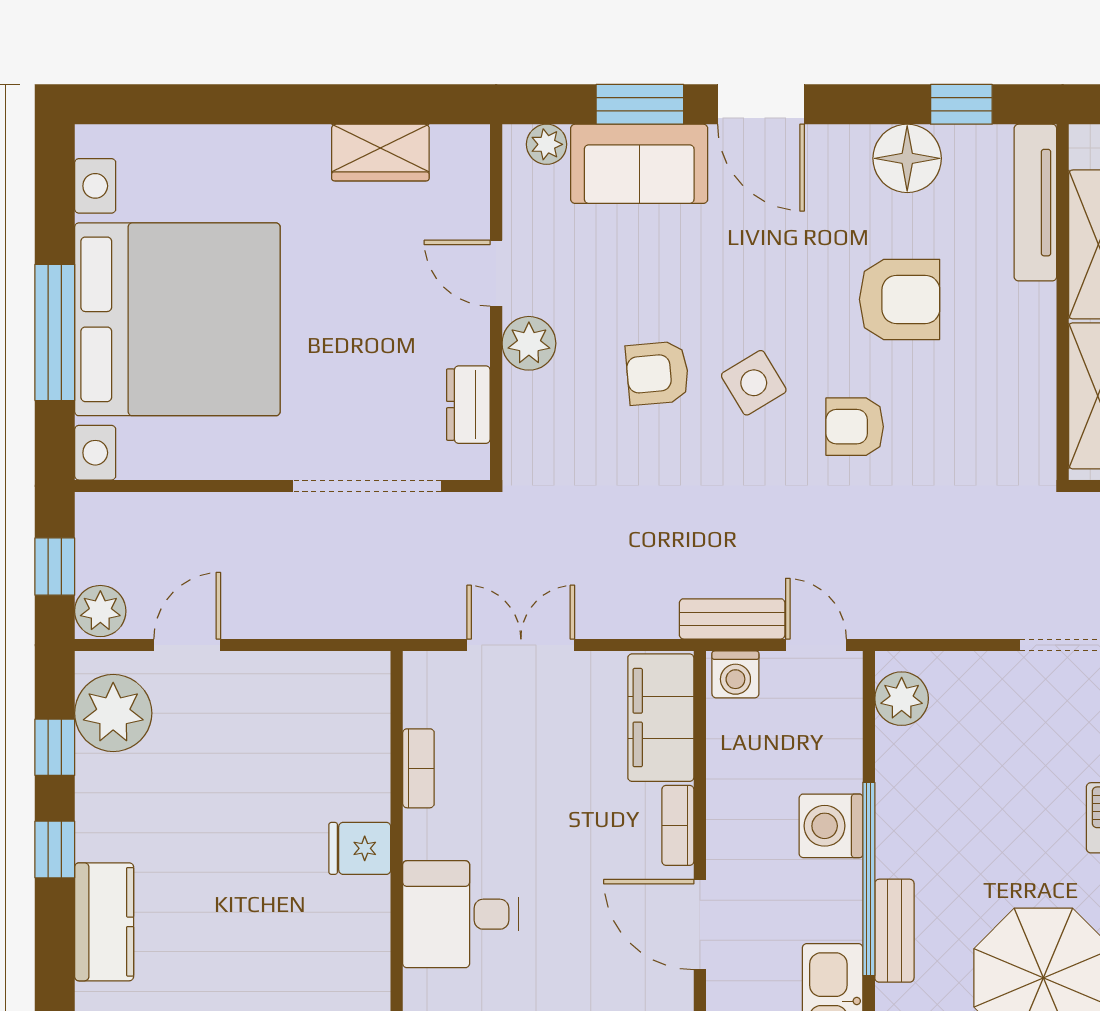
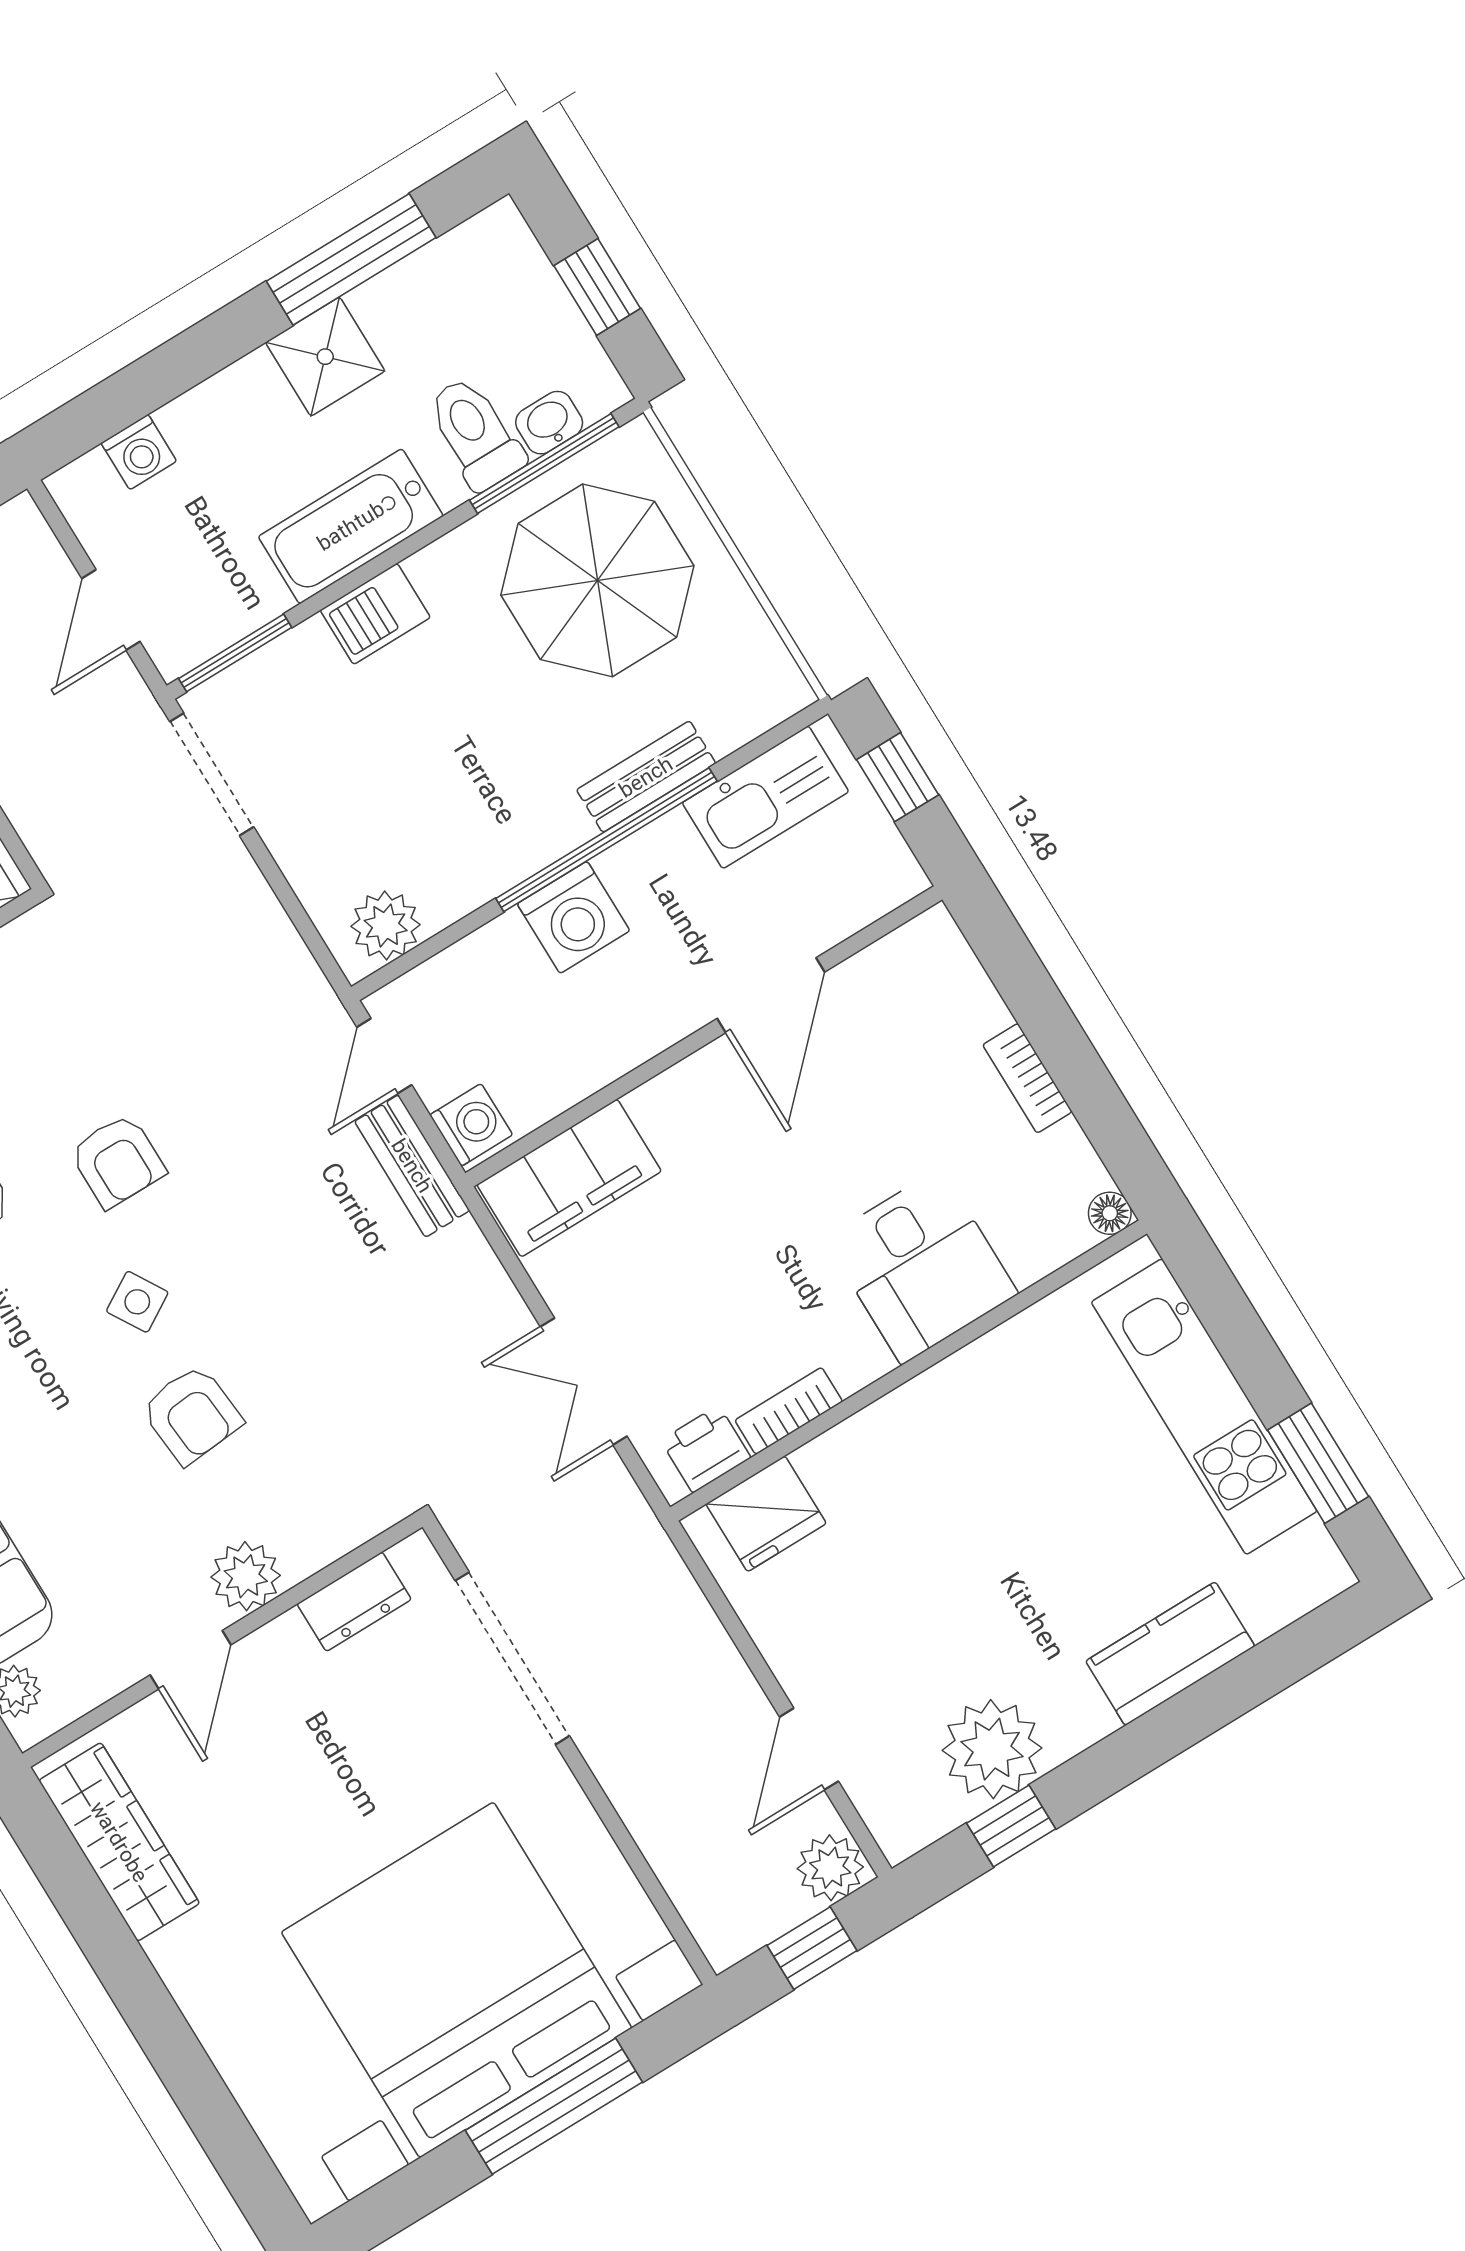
wardrobe: (380, 153) -> (119, 1842), width x1.50
side table: (754, 383) -> (137, 1302), width x0.73, depth x0.73
door: (187, 645) -> (809, 1749), hinge flipped
printer: (427, 698) -> (706, 1449), added
plant: (113, 713) -> (992, 1749), moved
bookcase: (678, 825) -> (676, 1086), removed
fridge: (360, 848) -> (766, 1514), moved, width x1.38
window: (55, 850) -> (1124, 1757), removed

